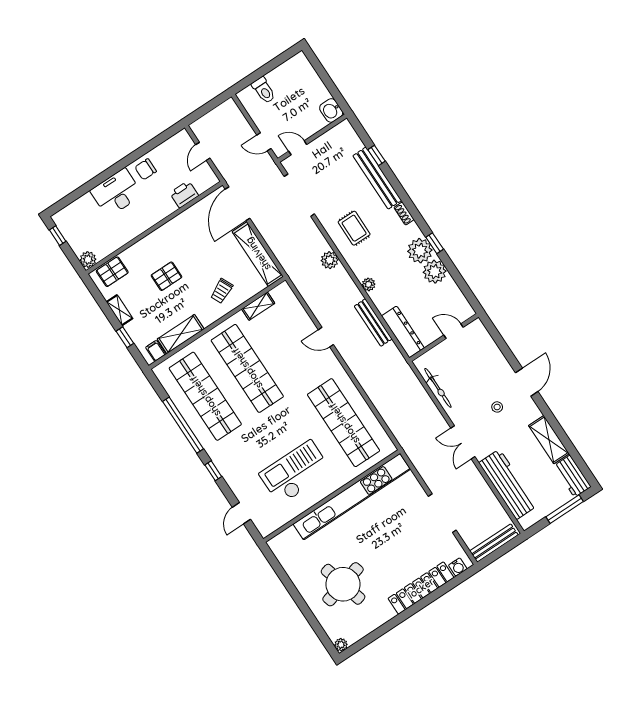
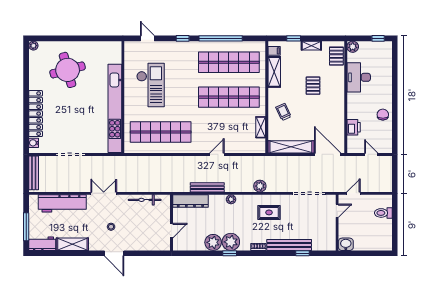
desk: (116, 193) -> (359, 77), moved, turned 180

